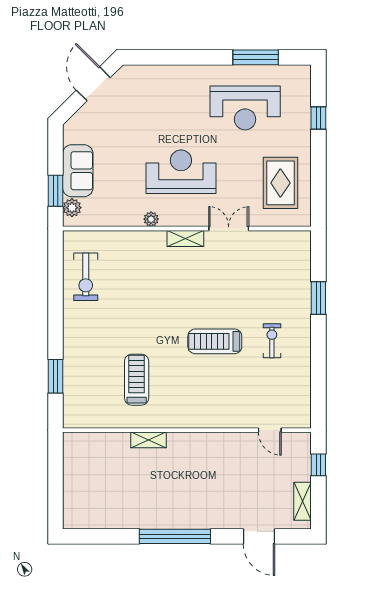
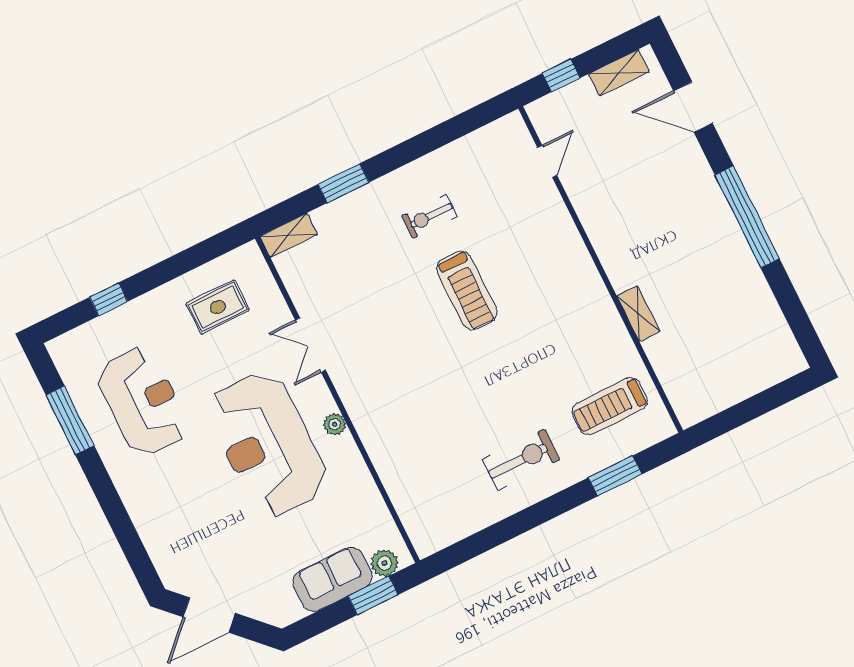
reception desk: (181, 172) -> (267, 444), width x1.36, depth x1.30
rug: (280, 183) -> (218, 307), width x0.73, depth x0.70
plant: (151, 219) -> (335, 424), moved
shelving: (185, 238) -> (289, 235), moved, turned 90
exercise bike: (86, 277) -> (521, 460), moved
treadmill: (137, 380) -> (610, 406), moved
door: (259, 536) -> (693, 107), swing flipped

